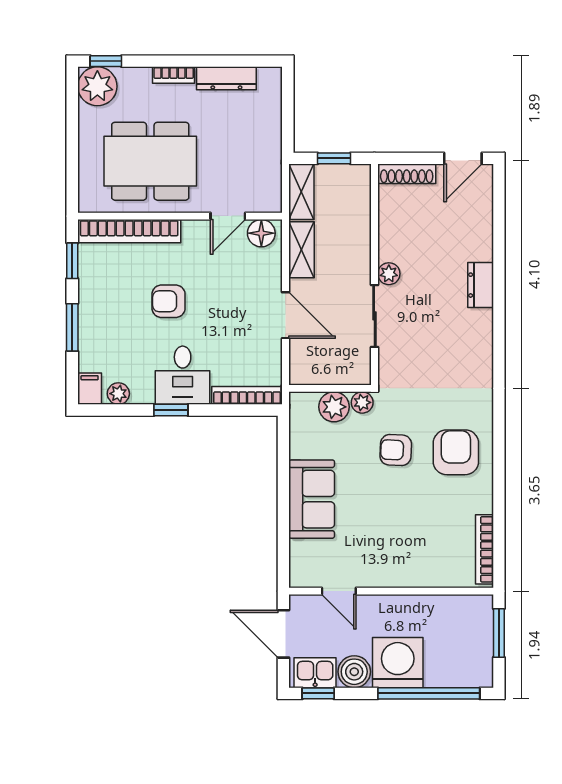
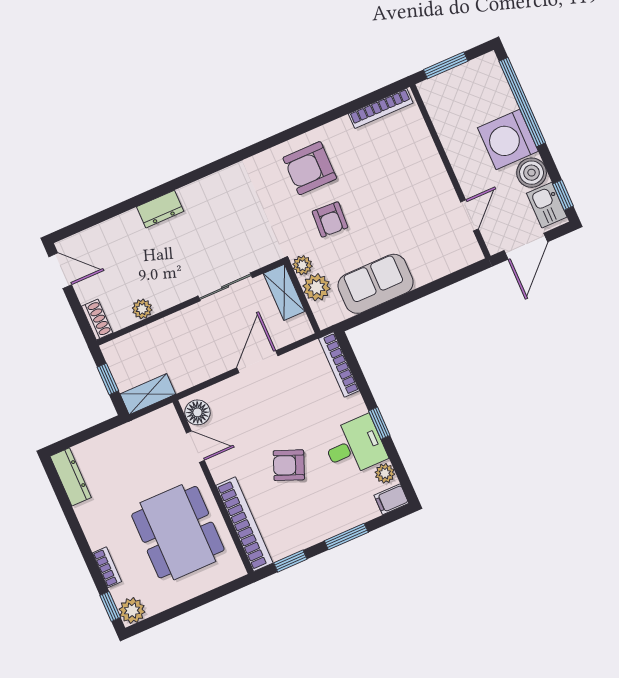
bookcase: (174, 75) -> (107, 567), moved
dresser: (226, 78) -> (71, 477), moved
plant: (97, 86) -> (132, 611), width x0.73, depth x0.73
shoe rack: (407, 174) -> (97, 319), width x0.70
shelving: (302, 250) -> (284, 292), moved, turned 90
plant: (389, 274) -> (142, 309), moved
armchair: (169, 301) -> (289, 465), turned 112
desk: (183, 375) -> (355, 446), moved
sofa: (312, 499) -> (376, 284), moved

